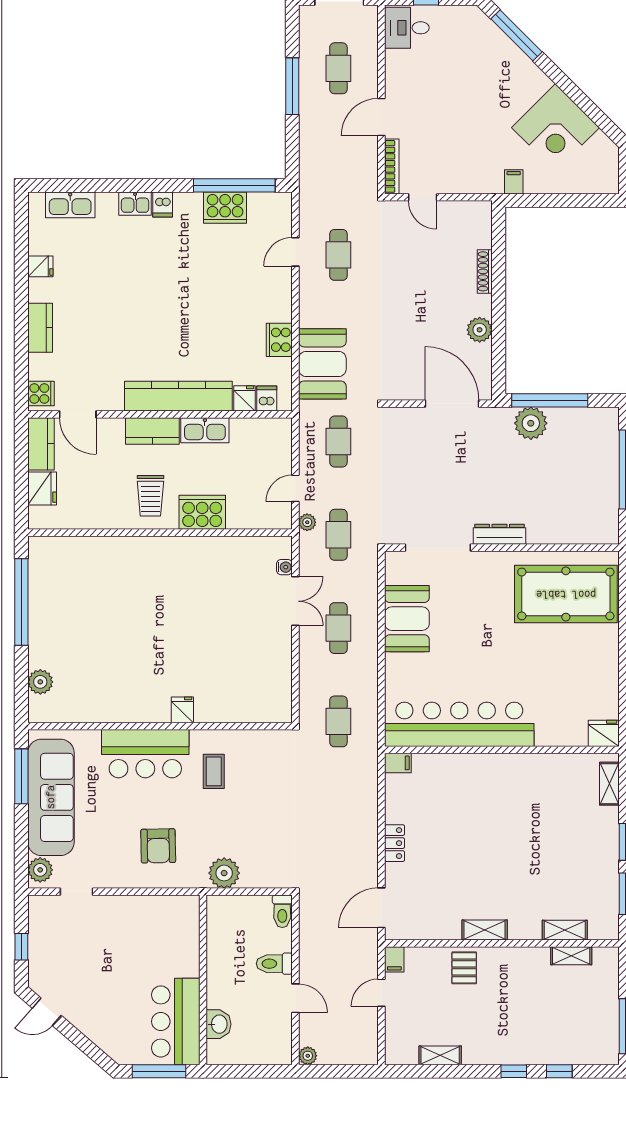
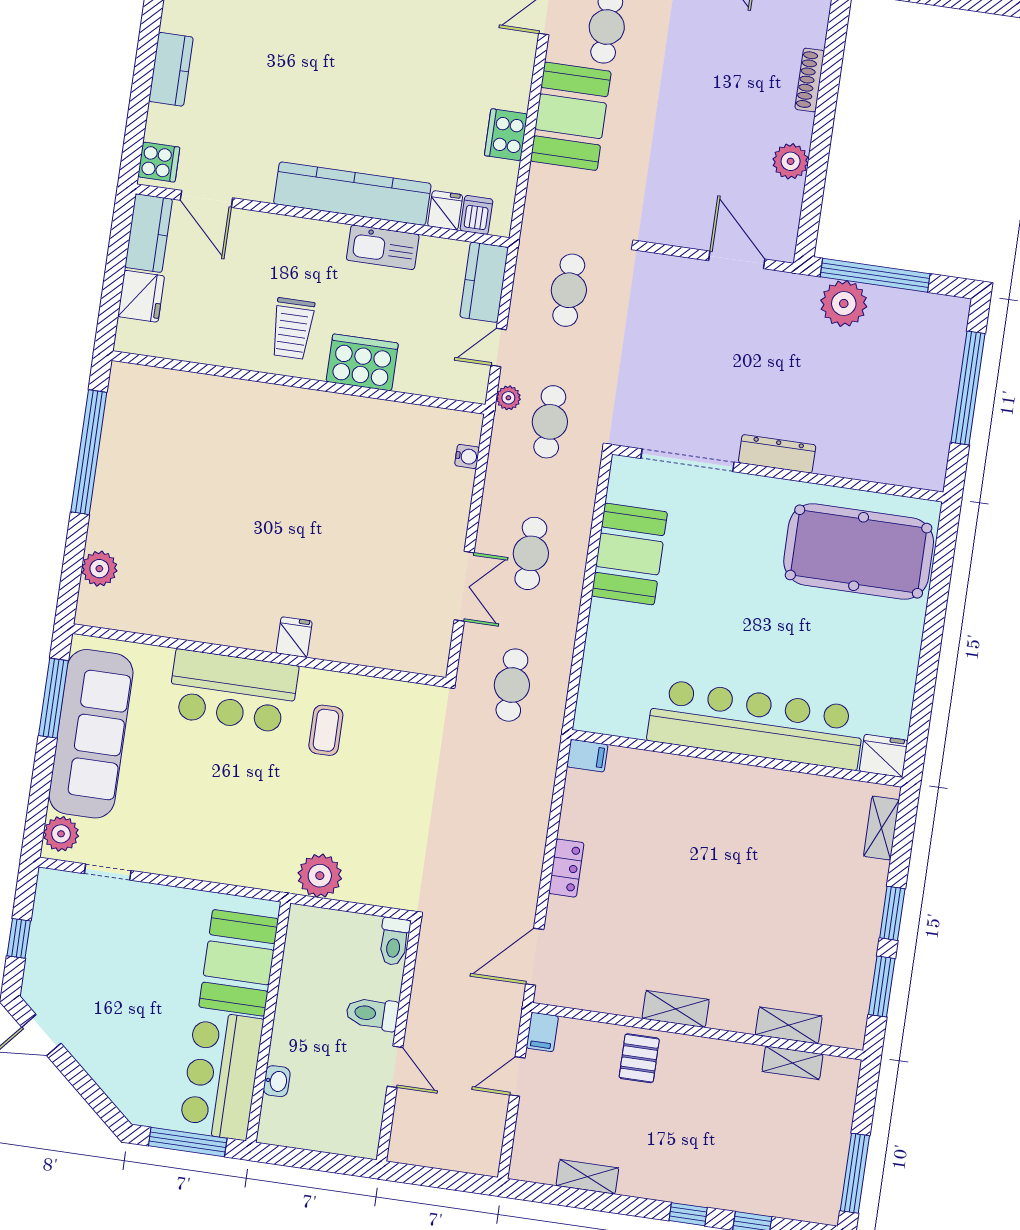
booth: (322, 364) -> (571, 116), moved
door: (452, 404) -> (737, 260), width x0.73
kitchen counter: (152, 431) -> (484, 282), moved, turned 90
double door: (295, 601) -> (464, 586), moved
bar counter: (459, 724) -> (756, 724), moved
armchair: (158, 846) -> (232, 824), removed
booth: (176, 942) -> (239, 963), added
washbasin: (219, 1024) -> (277, 1081), width x0.72, depth x0.69
plant: (308, 1056) -> (401, 1150), removed

